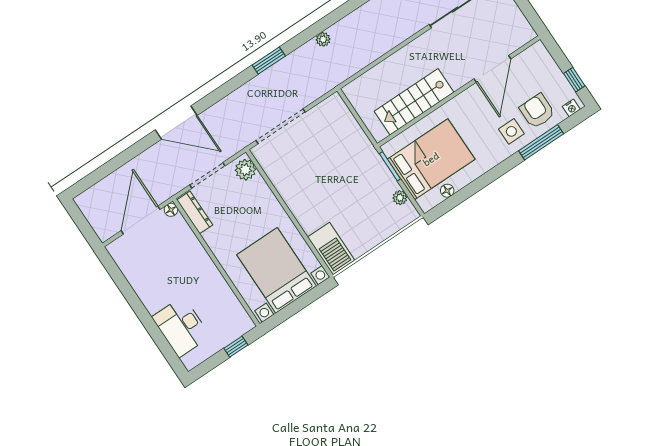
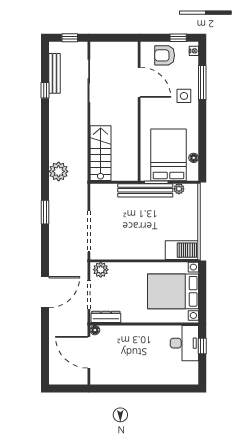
plant: (323, 39) -> (59, 171), width x1.88, depth x1.88
stairs: (414, 102) -> (101, 153), moved, turned 180
armchair: (537, 111) -> (165, 55), moved
bench: (372, 160) -> (145, 190), added
desk: (181, 327) -> (184, 343), moved, turned -90

